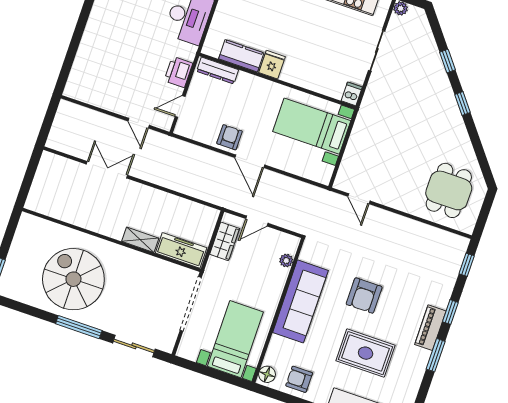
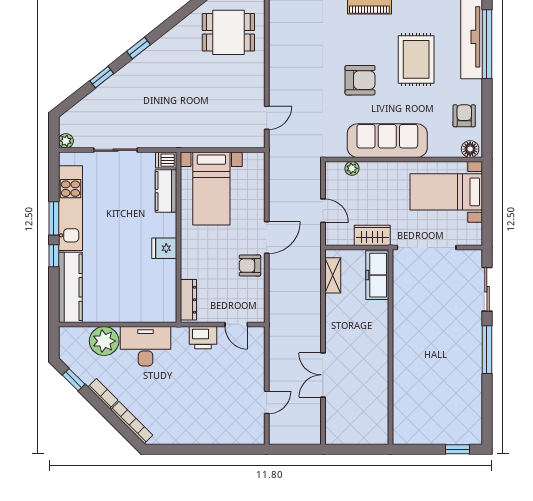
kitchen counter: (241, 56) -> (166, 191), moved
door: (139, 123) -> (267, 402), moved
shelving: (140, 240) -> (333, 275), moved
wardrobe: (225, 241) -> (372, 235), moved
spiral stairs: (73, 279) -> (442, 371), removed
armchair: (299, 379) -> (464, 116), turned 180

